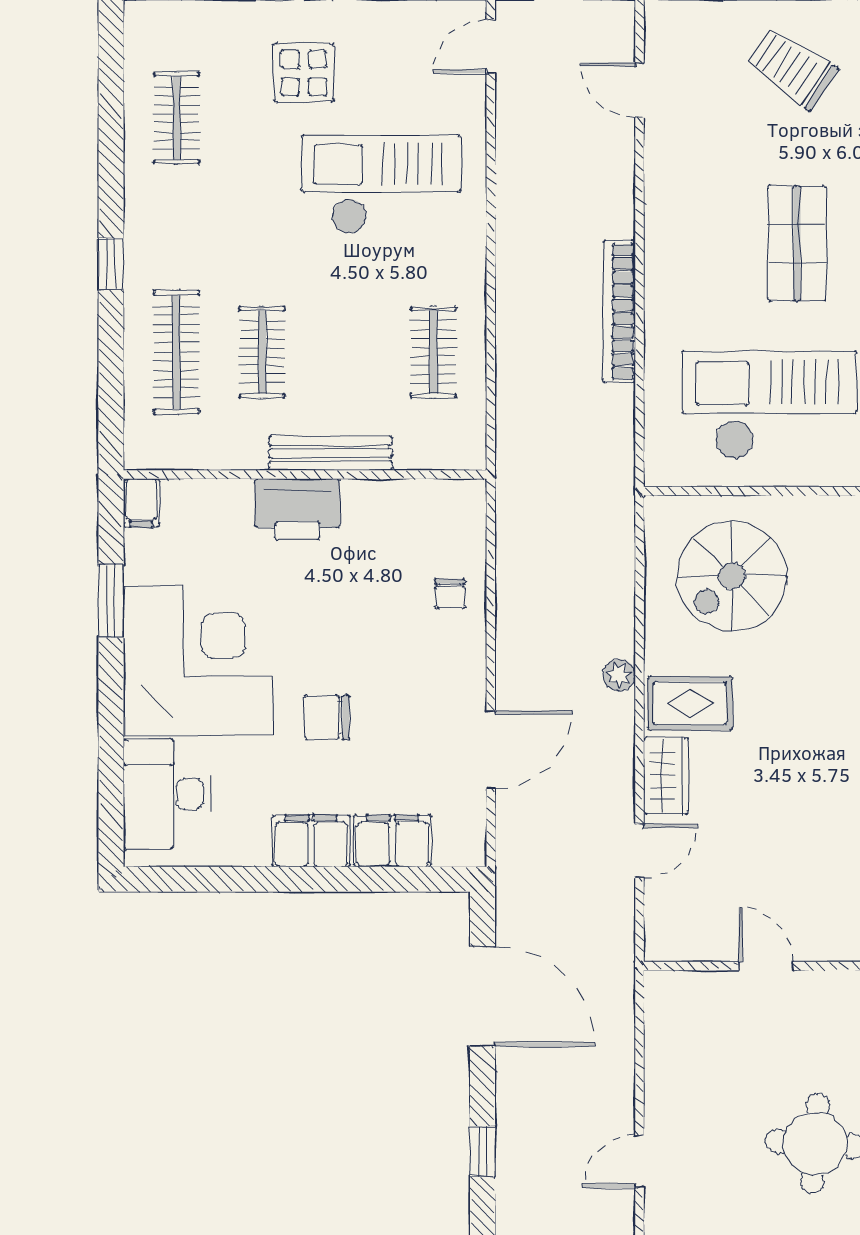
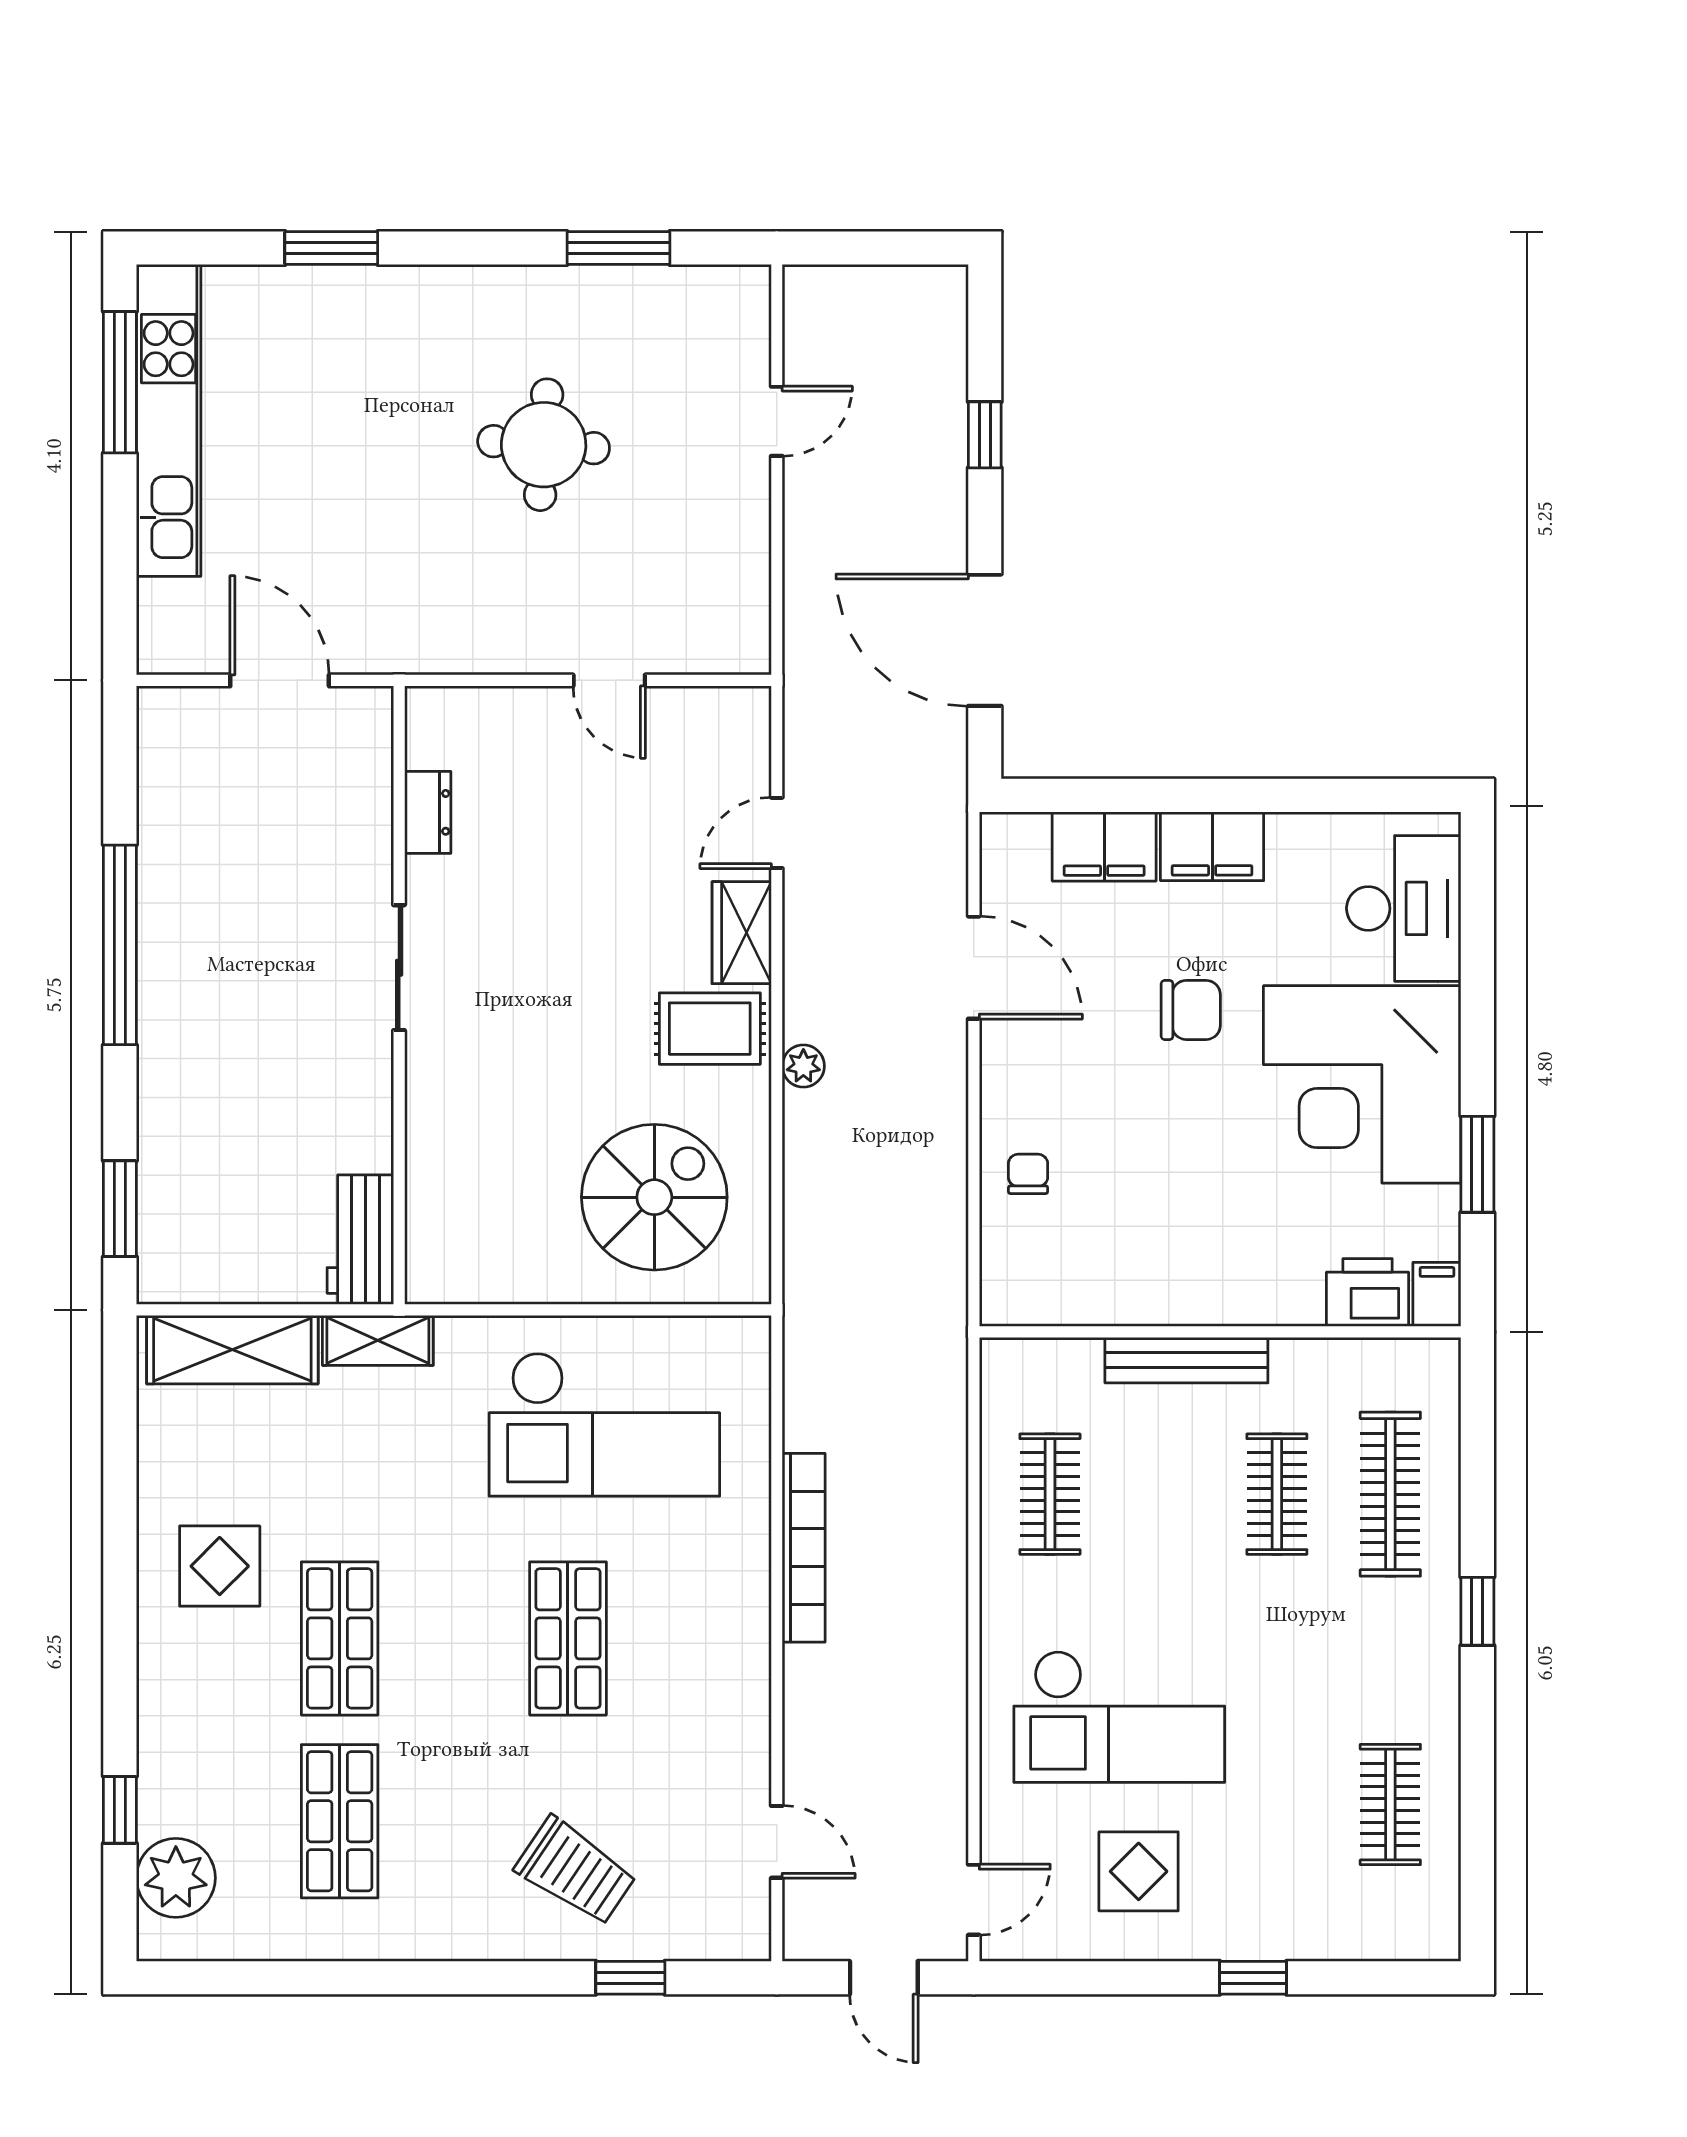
display table: (304, 73) -> (1139, 1871), moved
printer: (297, 509) -> (1368, 1292), moved, width x0.73, depth x0.84
door: (491, 749) -> (974, 968), swing flipped

